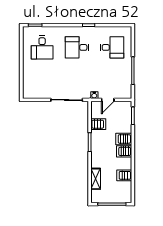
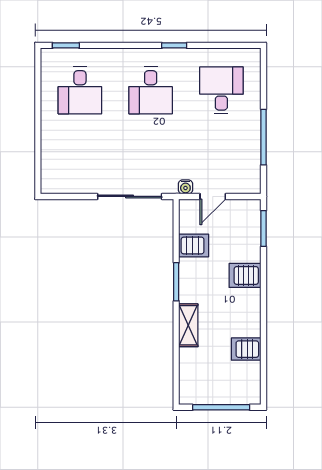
desk: (77, 47) -> (151, 90), turned -90
desk: (112, 47) -> (221, 90), turned -90
server rack: (124, 151) -> (246, 301), removed
shelving: (96, 179) -> (188, 325), moved

